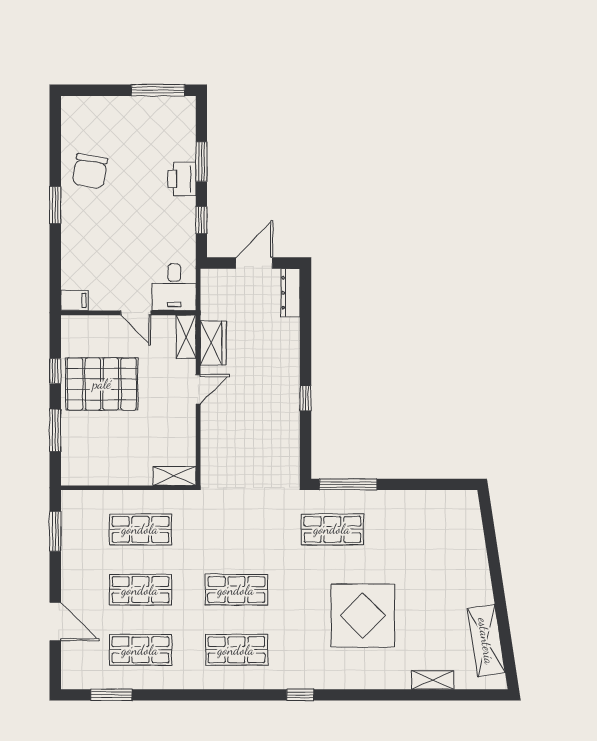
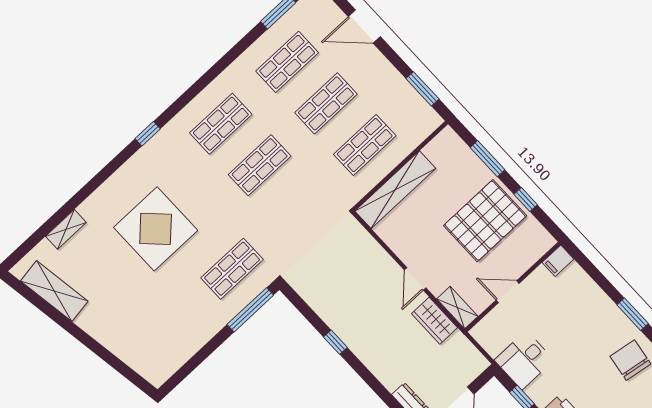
desk: (174, 287) -> (524, 360), moved, turned -90
shelving: (175, 476) -> (395, 190), width x2.20, depth x1.33

